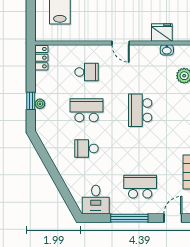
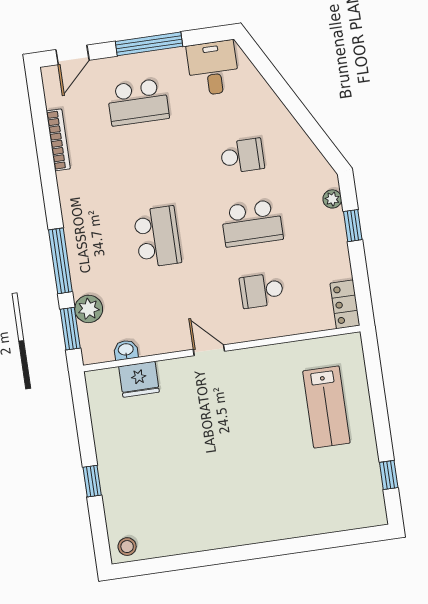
plant: (40, 104) -> (332, 199), moved

